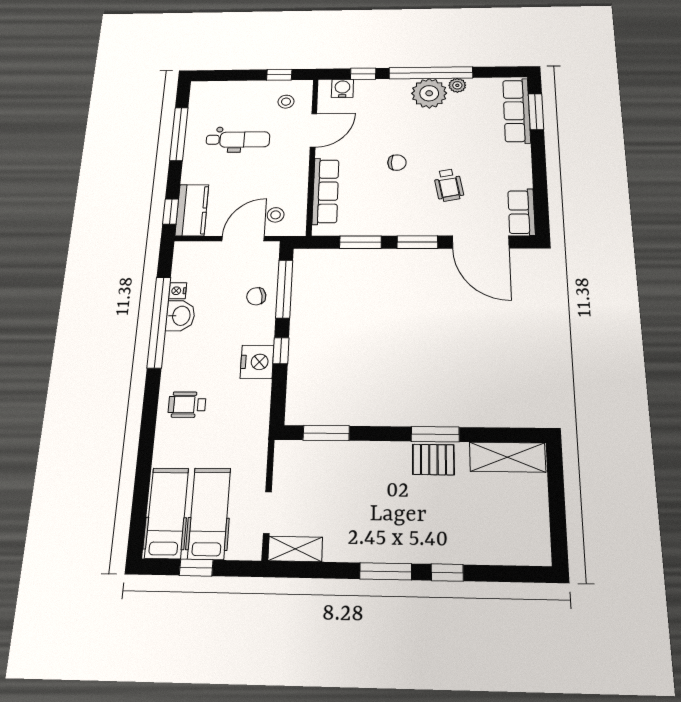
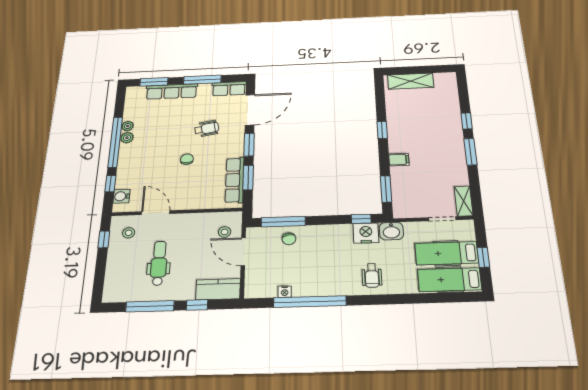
plant: (429, 93) -> (127, 138), width x0.53, depth x0.53
row of seats: (517, 111) -> (172, 91), moved
window: (539, 175) -> (202, 80), added
row of seats: (326, 191) -> (235, 180), moved, turned -90
window: (171, 212) -> (197, 305), moved
washbasin: (180, 316) -> (391, 231), moved, turned 180
window: (281, 351) -> (361, 219), moved
nightstand: (257, 362) -> (366, 233), moved
window: (435, 434) -> (382, 130), width x0.67
filing cabinet: (378, 456) -> (399, 160), added
shelving: (508, 457) -> (411, 81), moved, turned 90
pallet: (433, 460) -> (398, 130), removed

